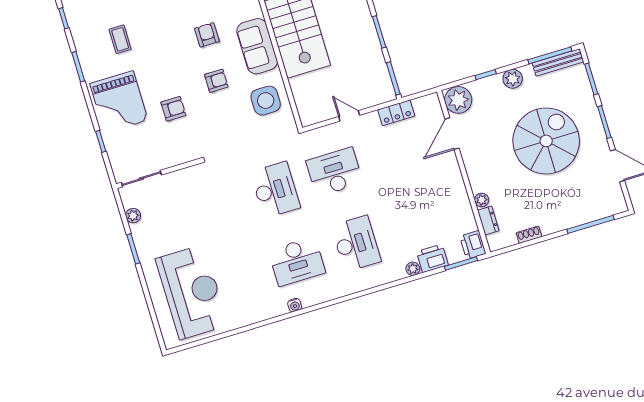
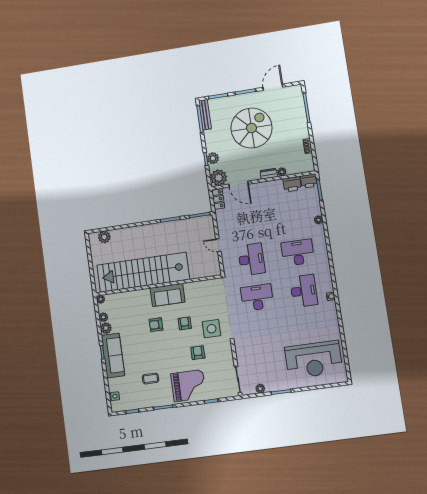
plant: (513, 79) -> (213, 158), moved
side table: (266, 101) -> (212, 329), moved
locker: (396, 113) -> (218, 199), moved
door: (349, 116) -> (218, 245), hinge flipped
spiral stairs: (546, 141) -> (252, 128), turned 90
desk: (334, 172) -> (251, 259), turned 180
dresser: (488, 221) -> (269, 174), moved
printer: (432, 258) -> (292, 184), moved, turned -90
reception desk: (192, 292) -> (314, 360), turned 180

